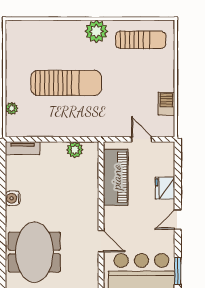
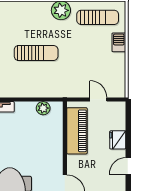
sun lounger: (66, 83) -> (36, 53), width x0.73, depth x0.75
barbecue: (166, 104) -> (119, 42), moved

